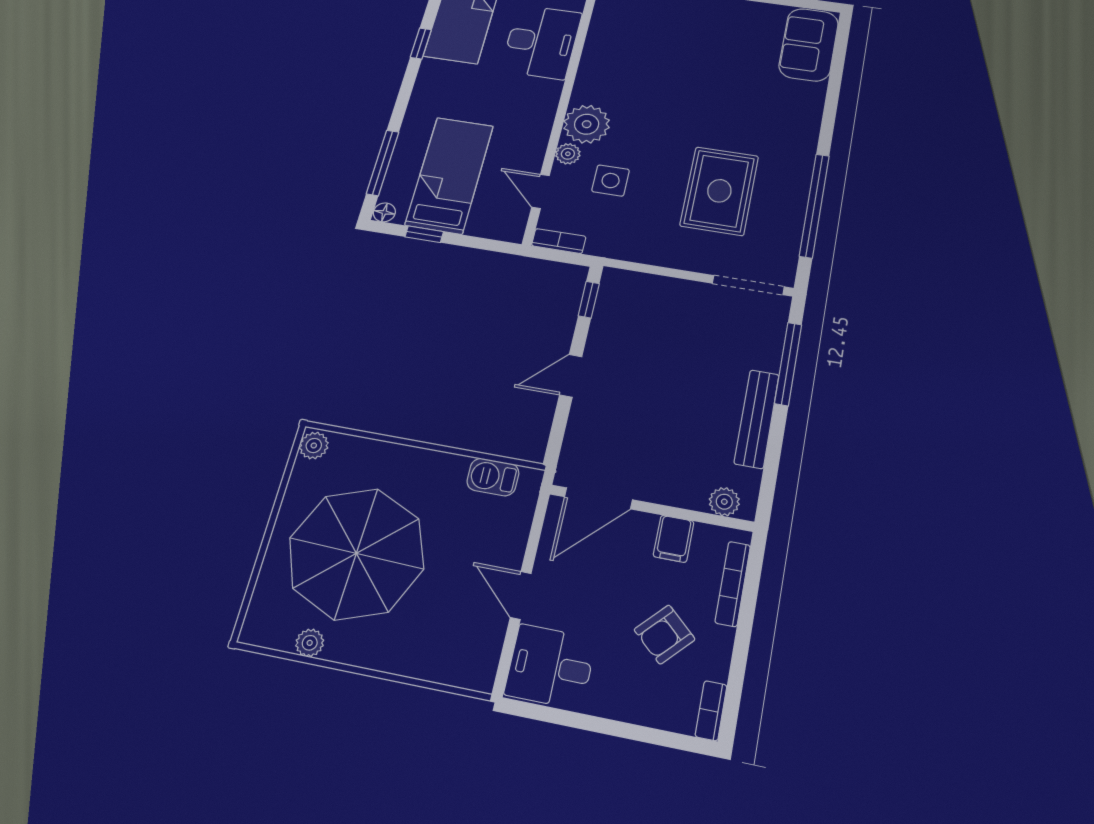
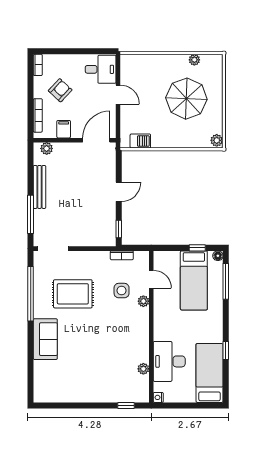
sofa: (809, 45) -> (45, 339), moved
plant: (587, 124) -> (143, 369), moved, width x0.53, depth x0.53
rug: (719, 191) -> (73, 294), turned 90
bookcase: (559, 241) -> (122, 255), moved
parasol: (356, 553) -> (186, 99), width x0.73, depth x0.73

